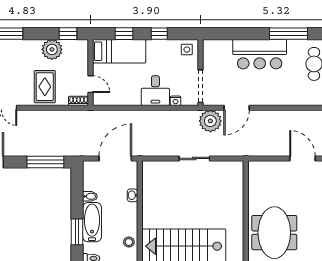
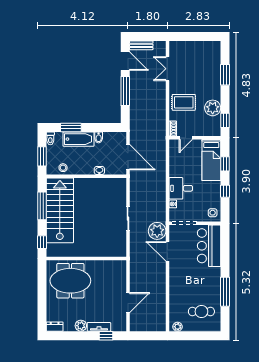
bar counter: (260, 54) -> (209, 246), moved
window: (45, 162) -> (125, 91), moved

